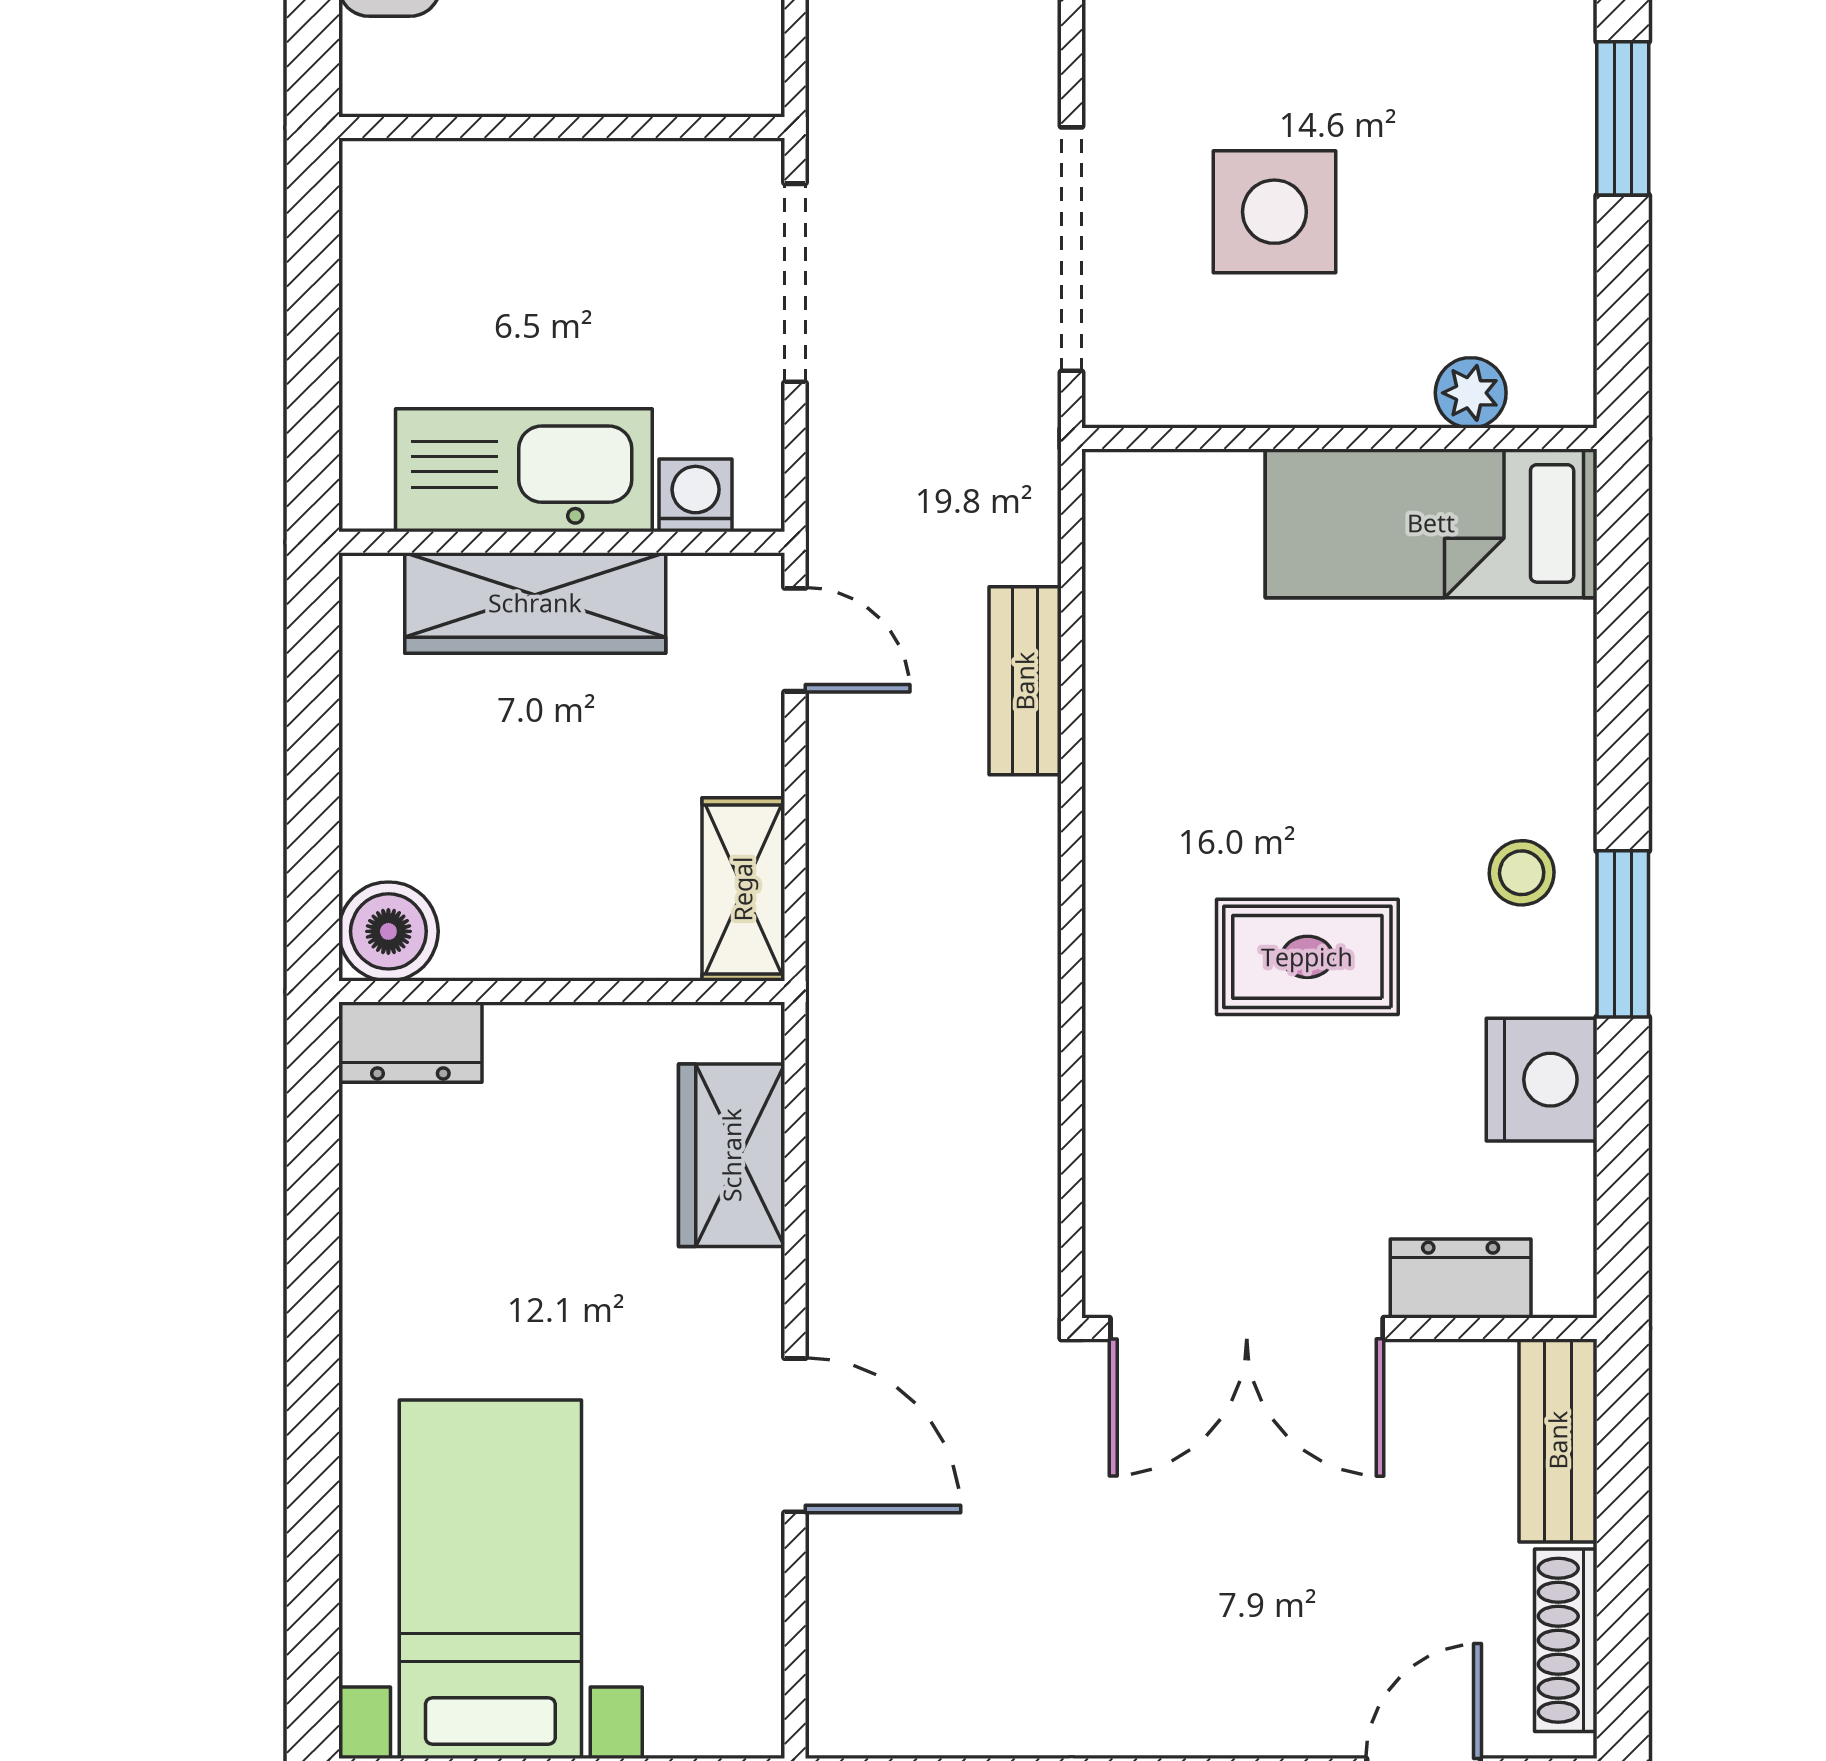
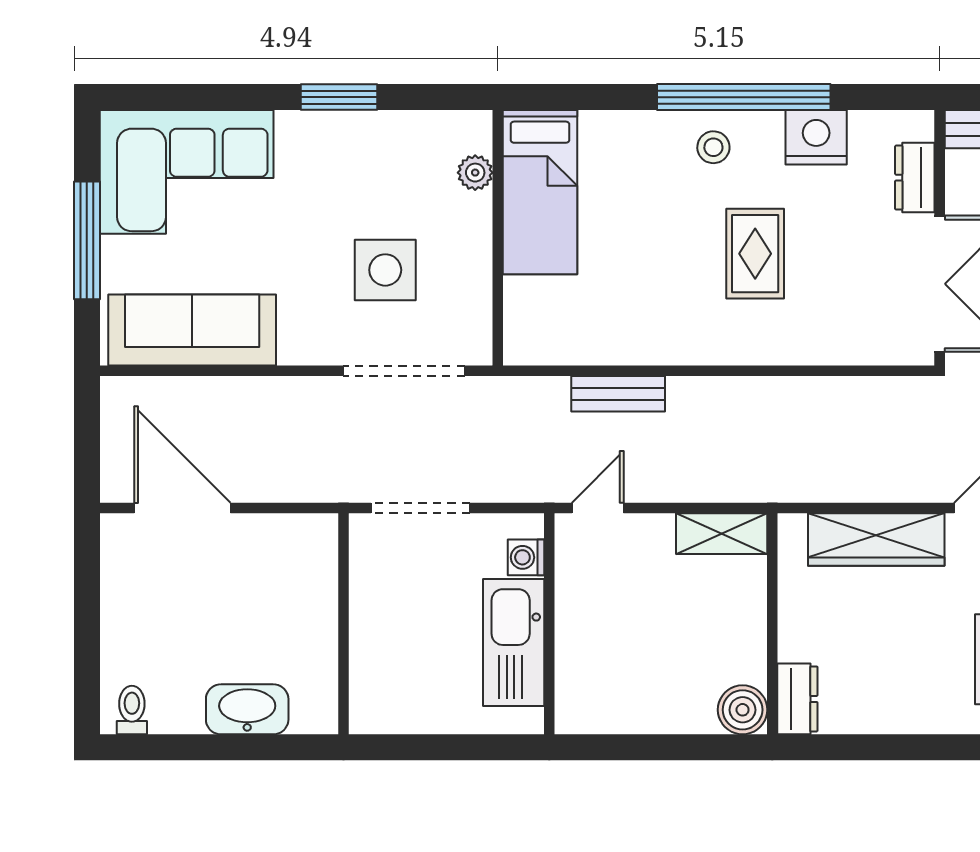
wardrobe: (535, 603) -> (579, 637), removed
window: (1623, 934) -> (744, 97), width x2.11
wardrobe: (732, 1155) -> (876, 539), width x1.50

